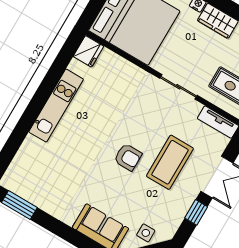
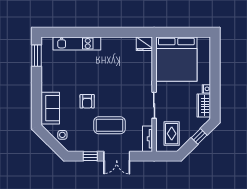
kitchen unit: (56, 106) -> (77, 43), moved
armchair: (128, 157) -> (87, 101), moved

